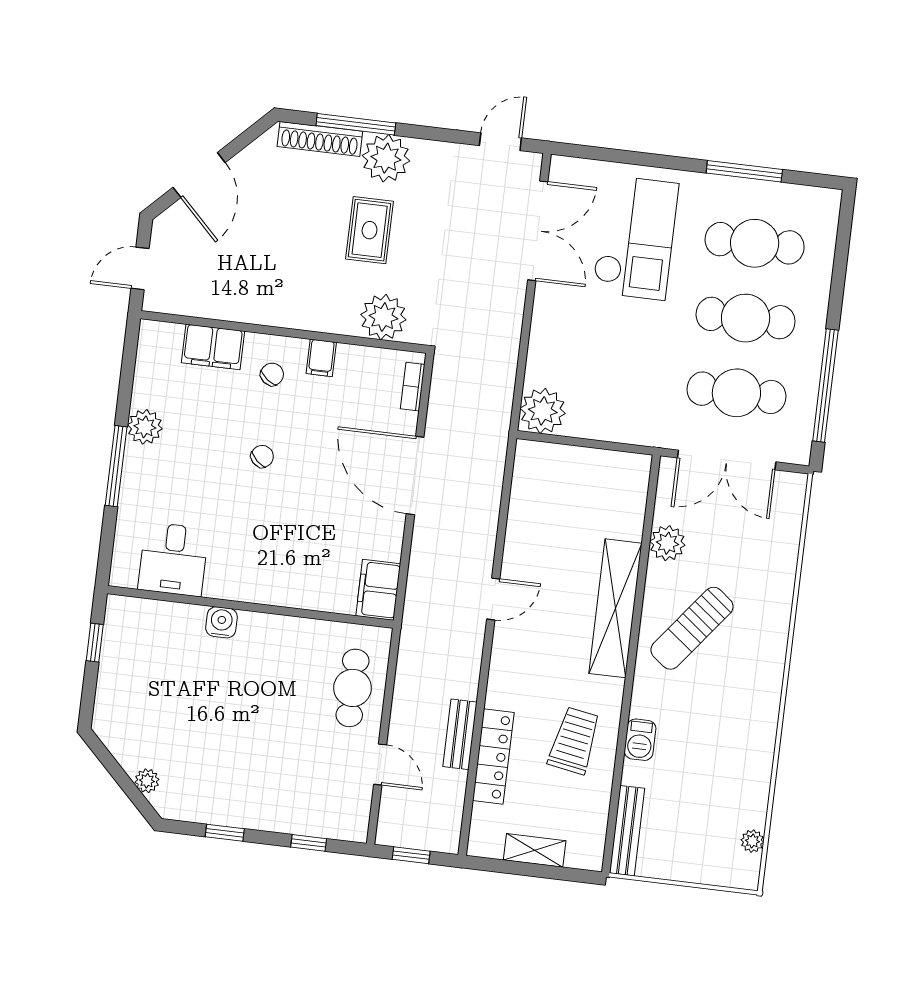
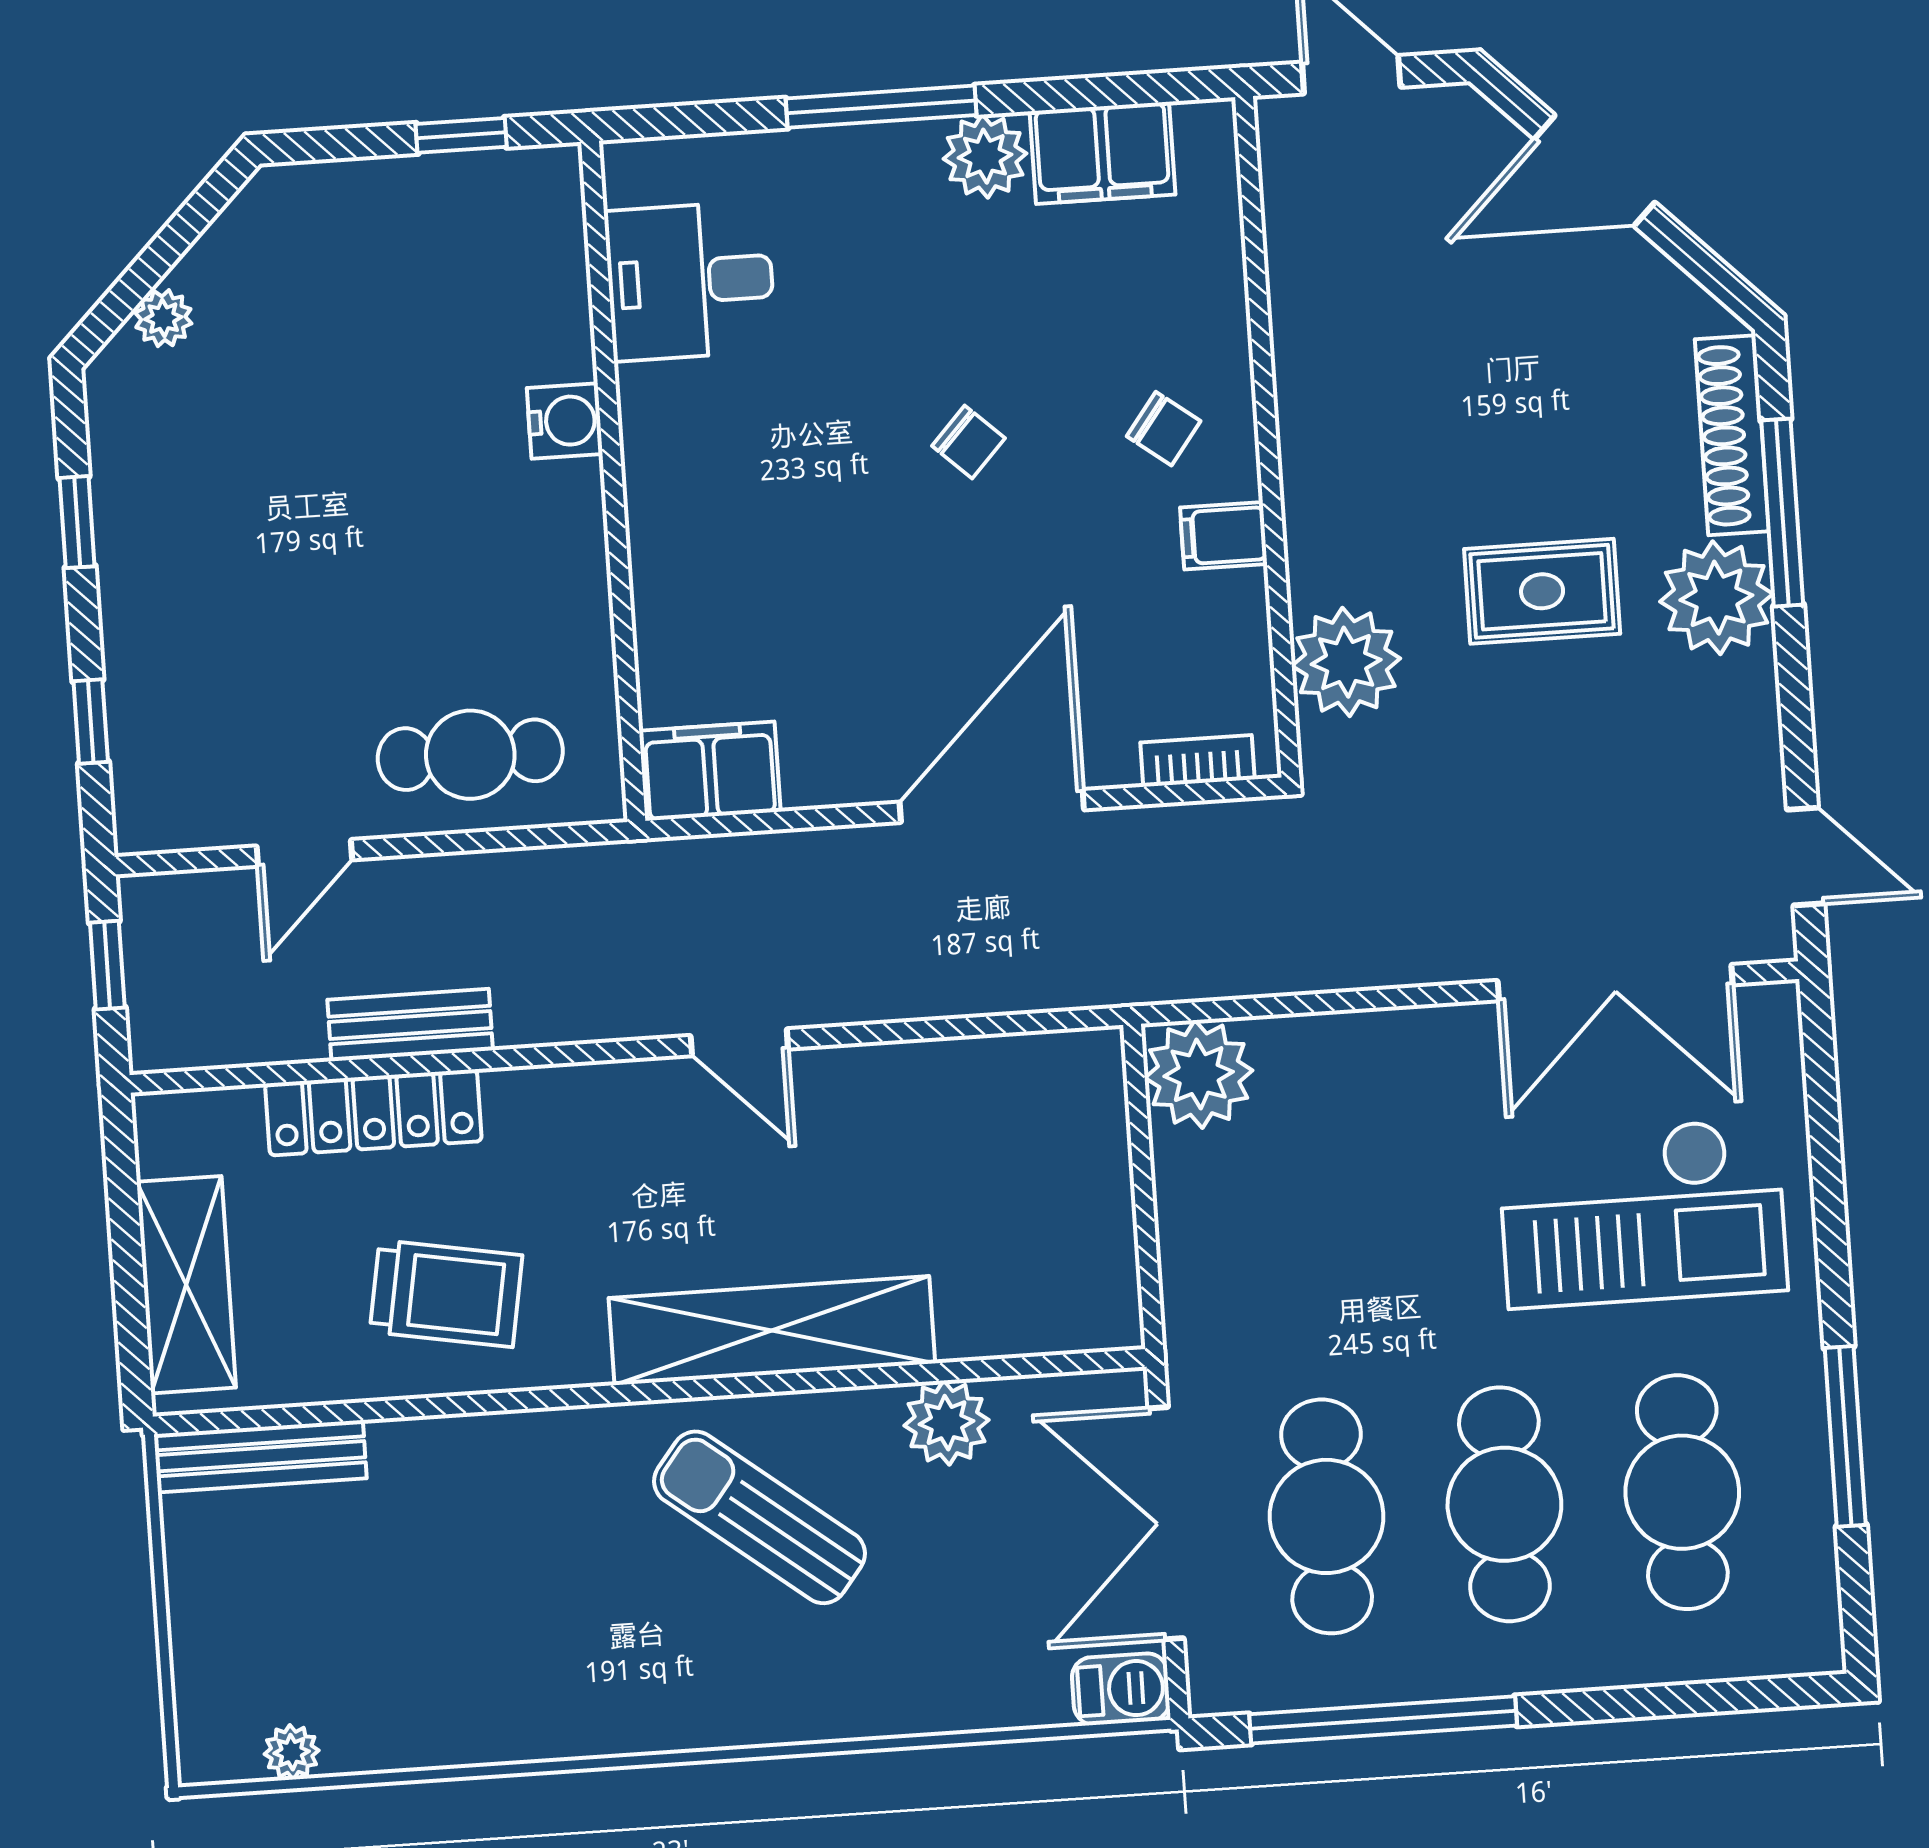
filing cabinet: (213, 347) -> (1103, 153), moved, turned -90
barbecue: (640, 740) -> (1121, 1689), moved, turned 180
shelving: (535, 850) -> (186, 1285), width x1.50, depth x1.33

